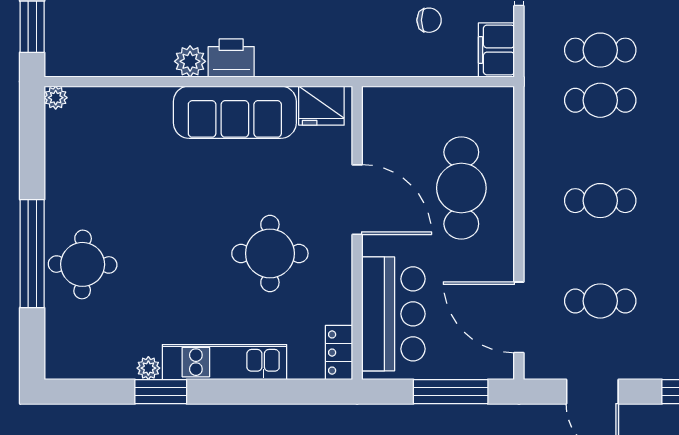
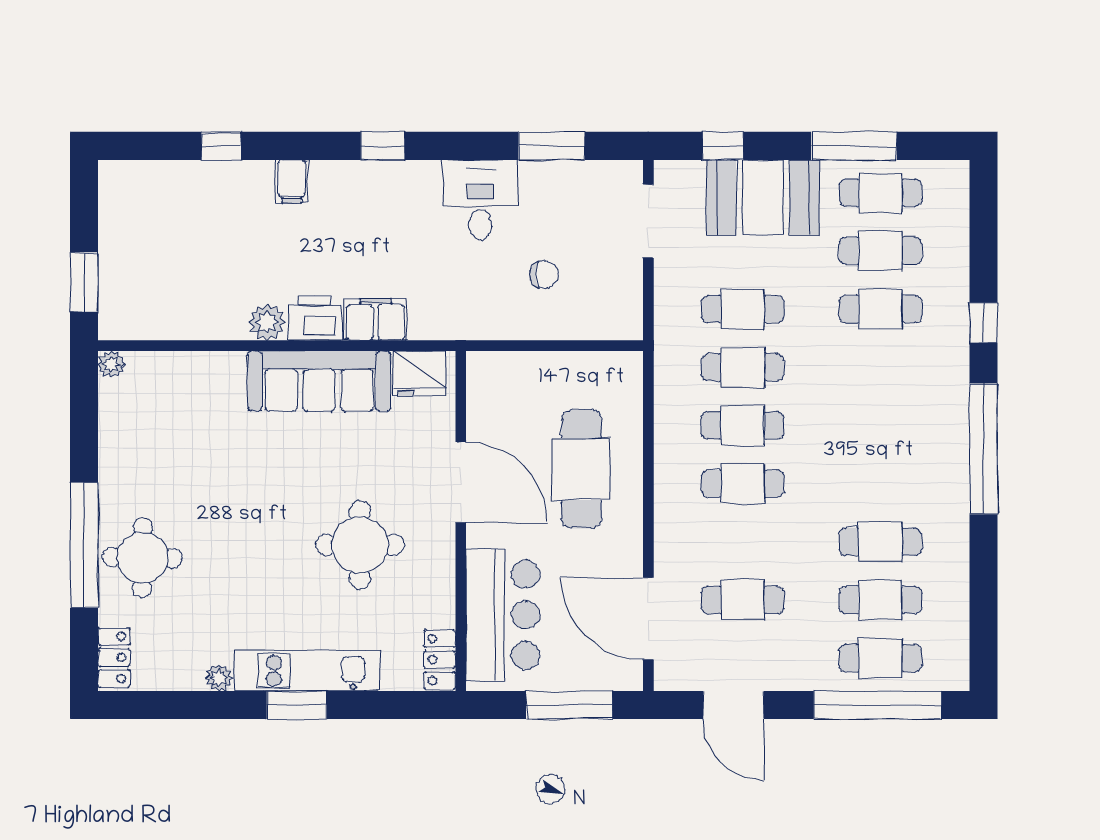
filing cabinet: (496, 50) -> (376, 319), moved, turned 90
cafe table: (600, 150) -> (743, 425), added
locker: (58, 351) -> (114, 657), added
window: (161, 392) -> (297, 705), moved

